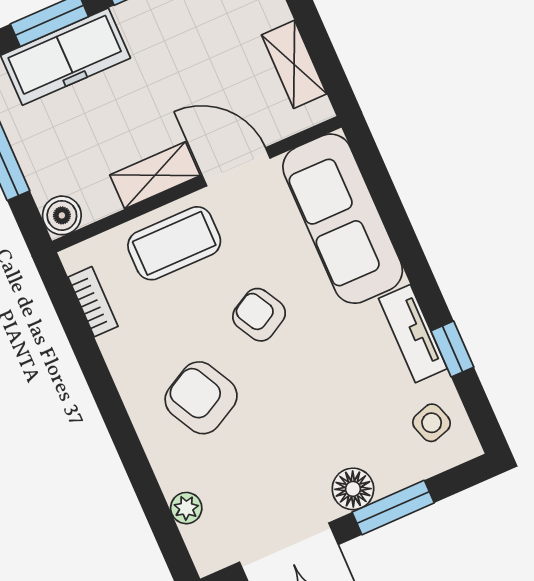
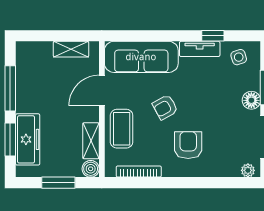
shelving: (155, 175) -> (91, 141), moved
bookcase: (93, 302) -> (139, 171), width x1.56
armchair: (201, 398) -> (188, 145), turned 118
plant: (186, 508) -> (248, 170), moved

